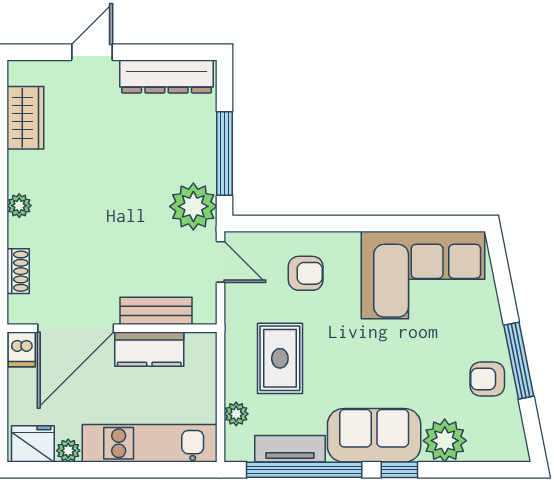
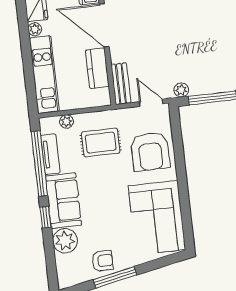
plant: (193, 206) -> (181, 90), width x0.53, depth x0.53
door: (221, 262) -> (151, 103), swing flipped
armchair: (306, 273) -> (150, 151), width x1.88, depth x1.88
bench: (156, 311) -> (121, 84), moved
armchair: (487, 379) -> (102, 261), turned 90

